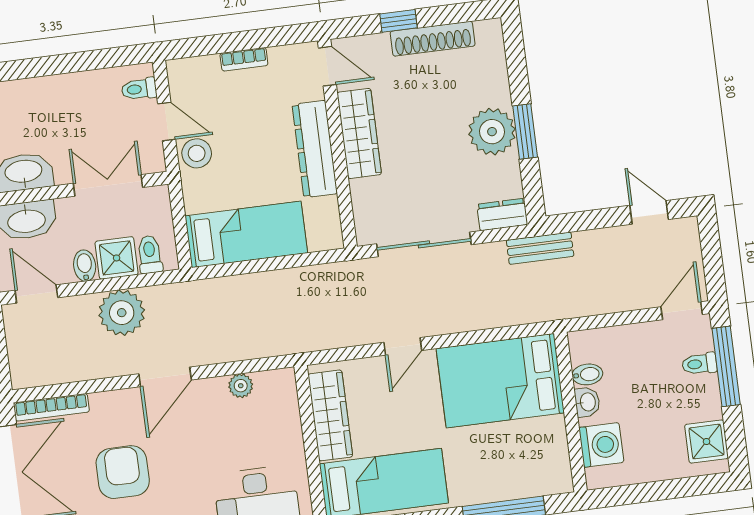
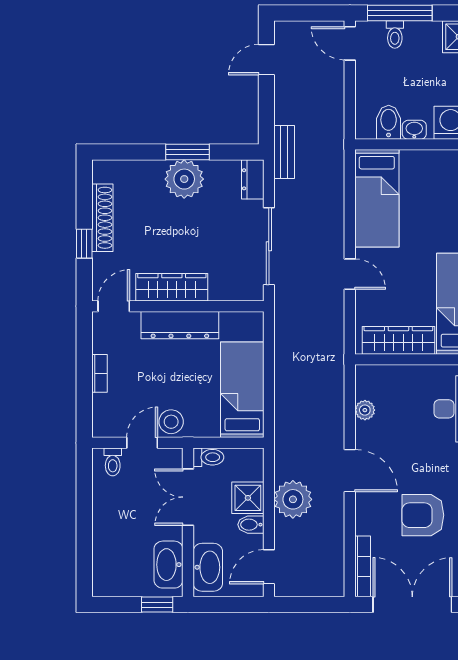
toilet: (150, 254) -> (208, 457), moved, turned 180
bidet: (587, 374) -> (389, 122), width x1.38, depth x1.36
bed: (500, 381) -> (377, 198), width x0.67

